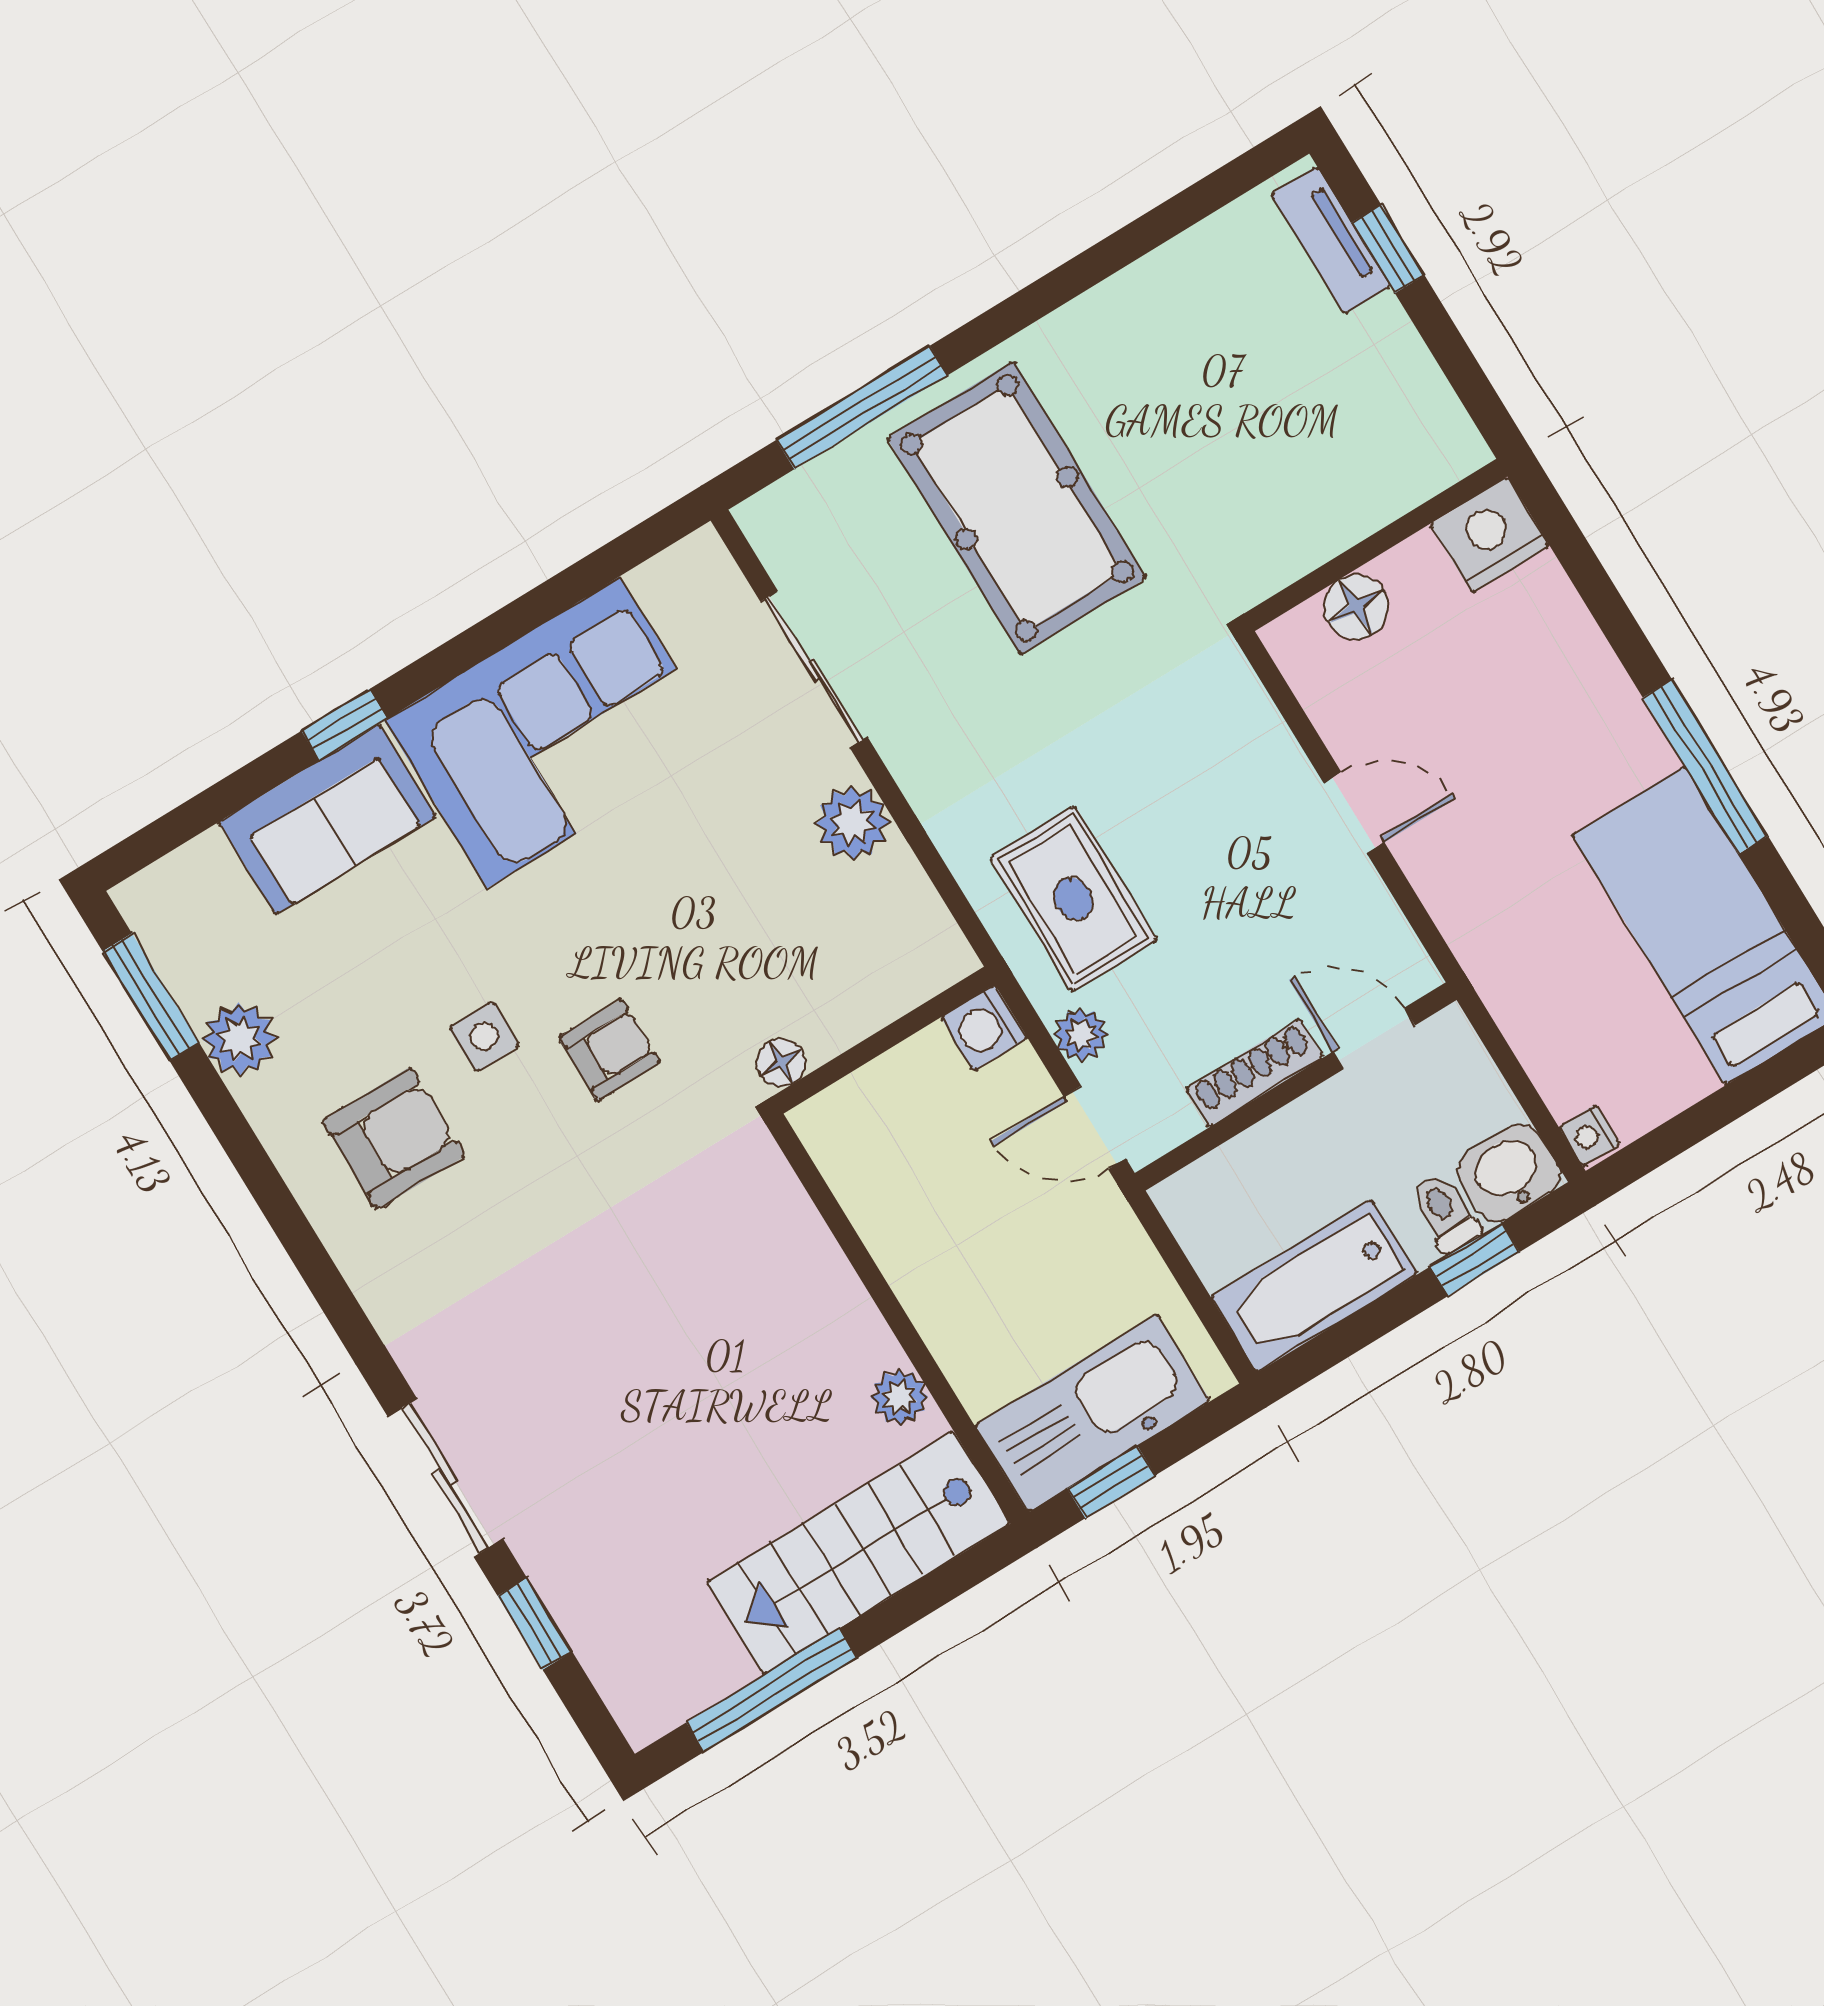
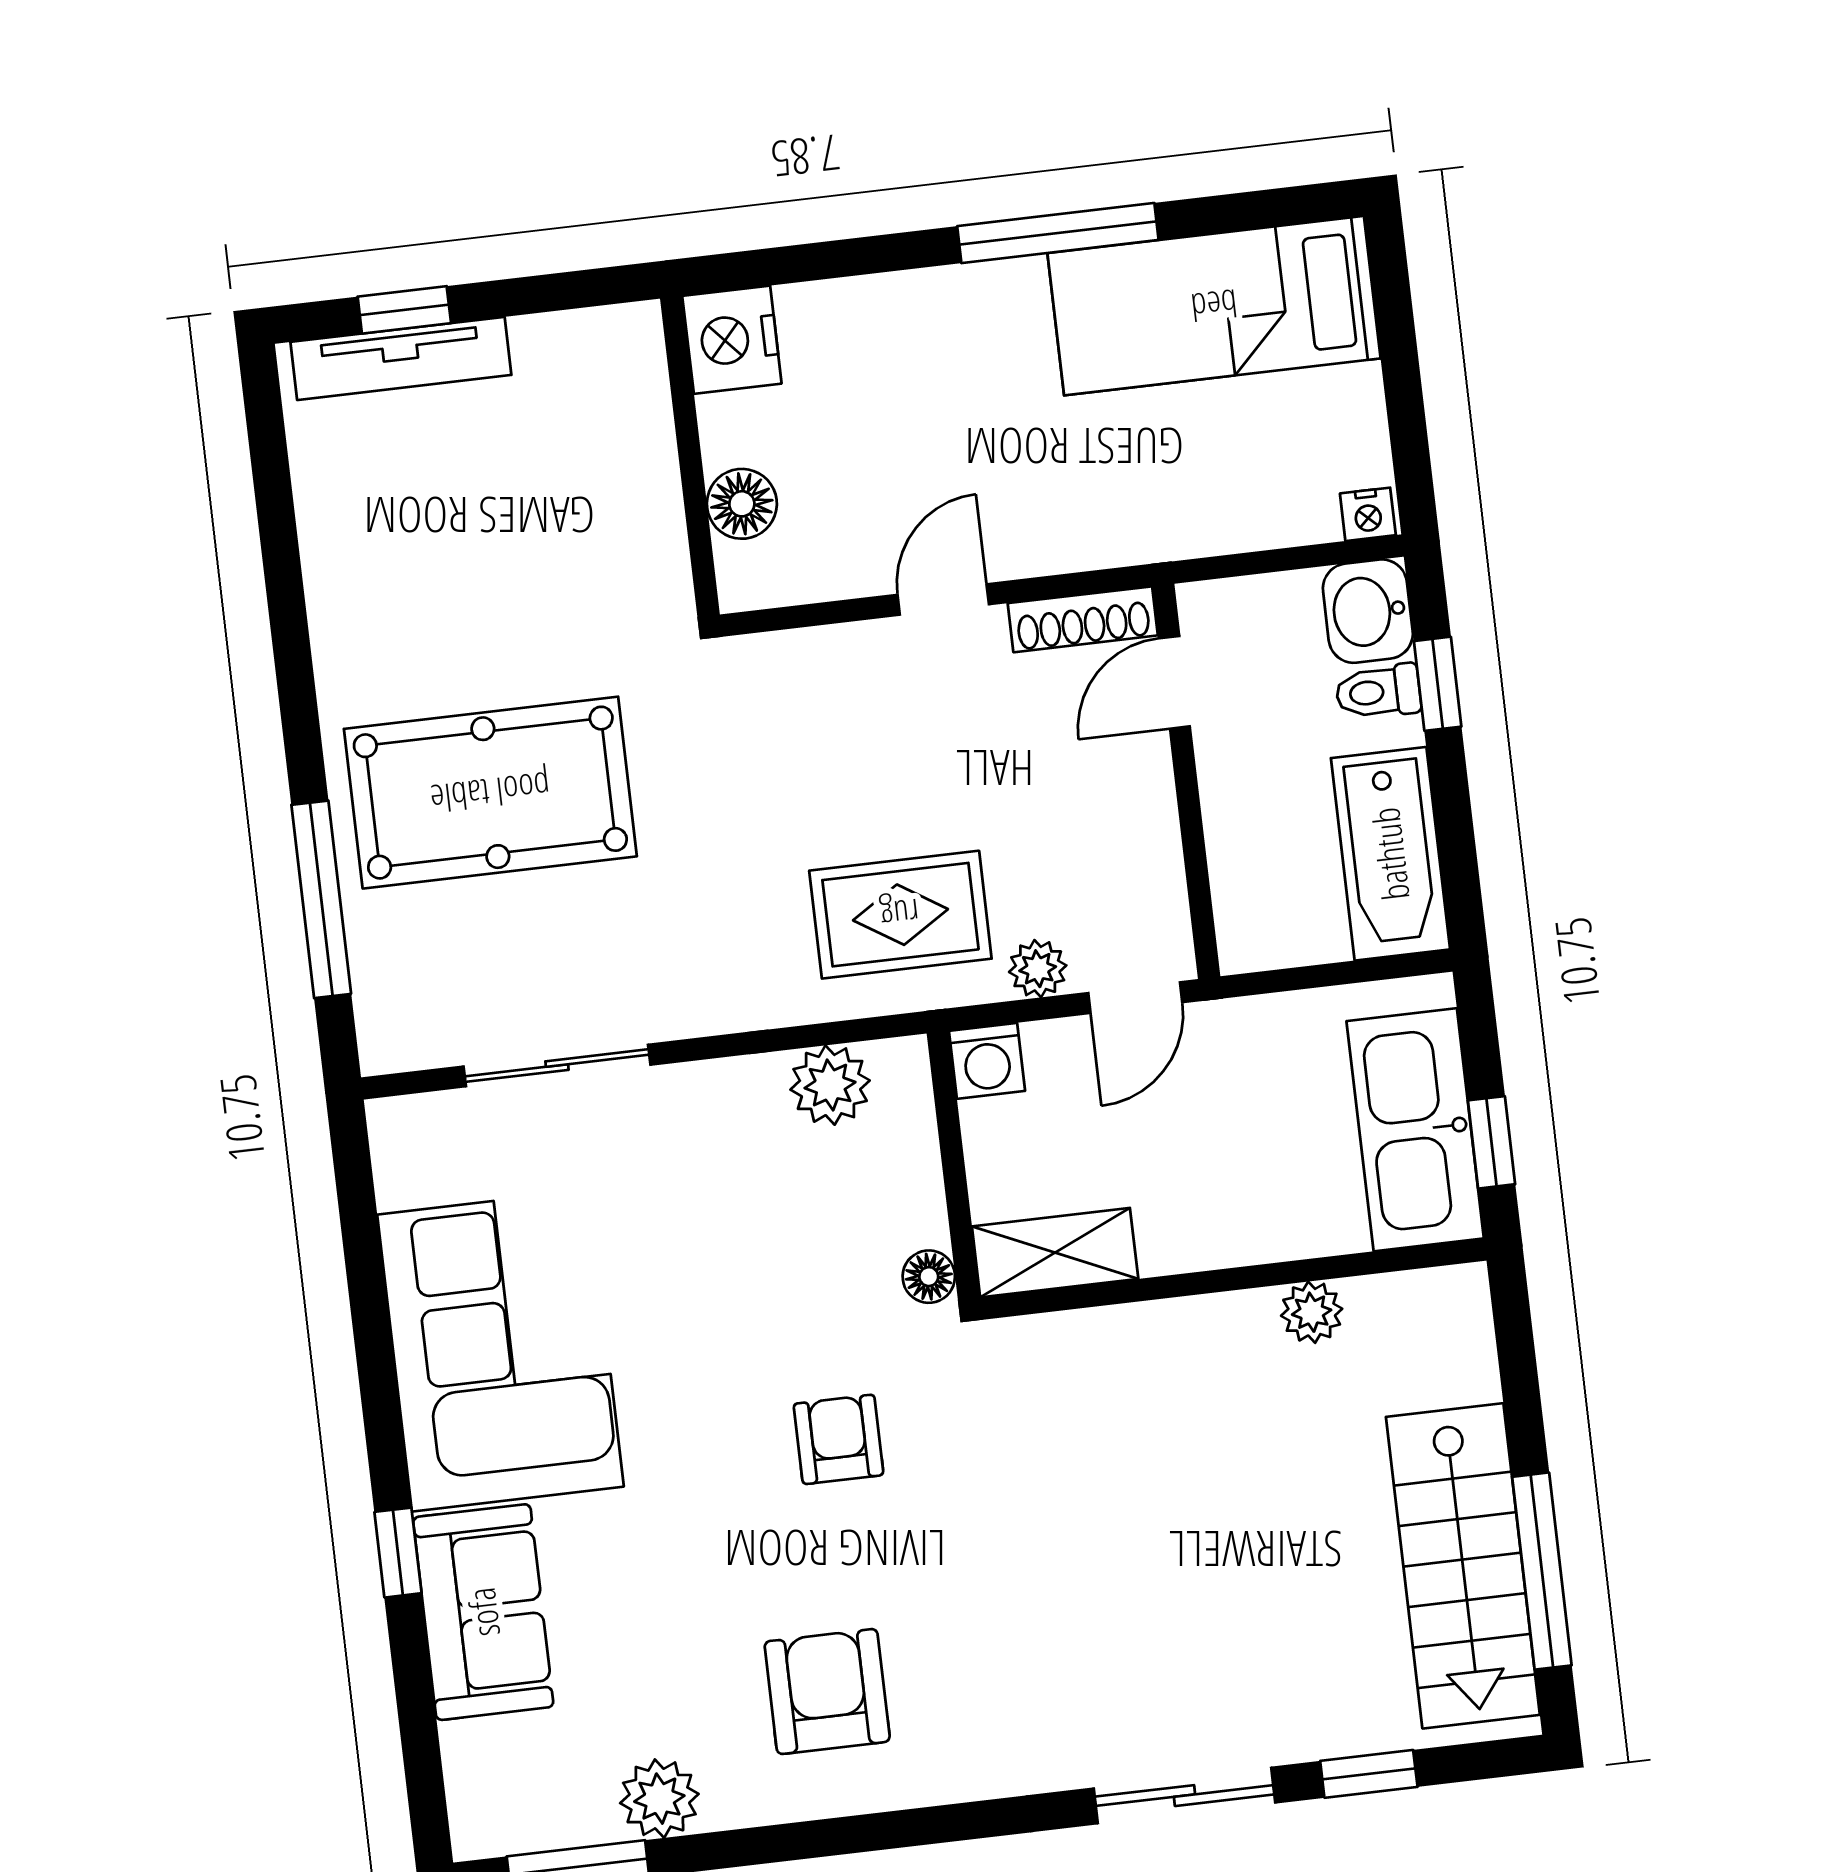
tv unit: (1331, 240) -> (401, 358), width x1.41
plant: (853, 823) -> (830, 1085), moved
side table: (484, 1037) -> (768, 1557), removed
shoe rack: (1255, 1073) -> (1083, 619), moved, turned -90
shelving: (850, 1159) -> (1055, 1253), added
stairs: (858, 1553) -> (1463, 1566), moved

